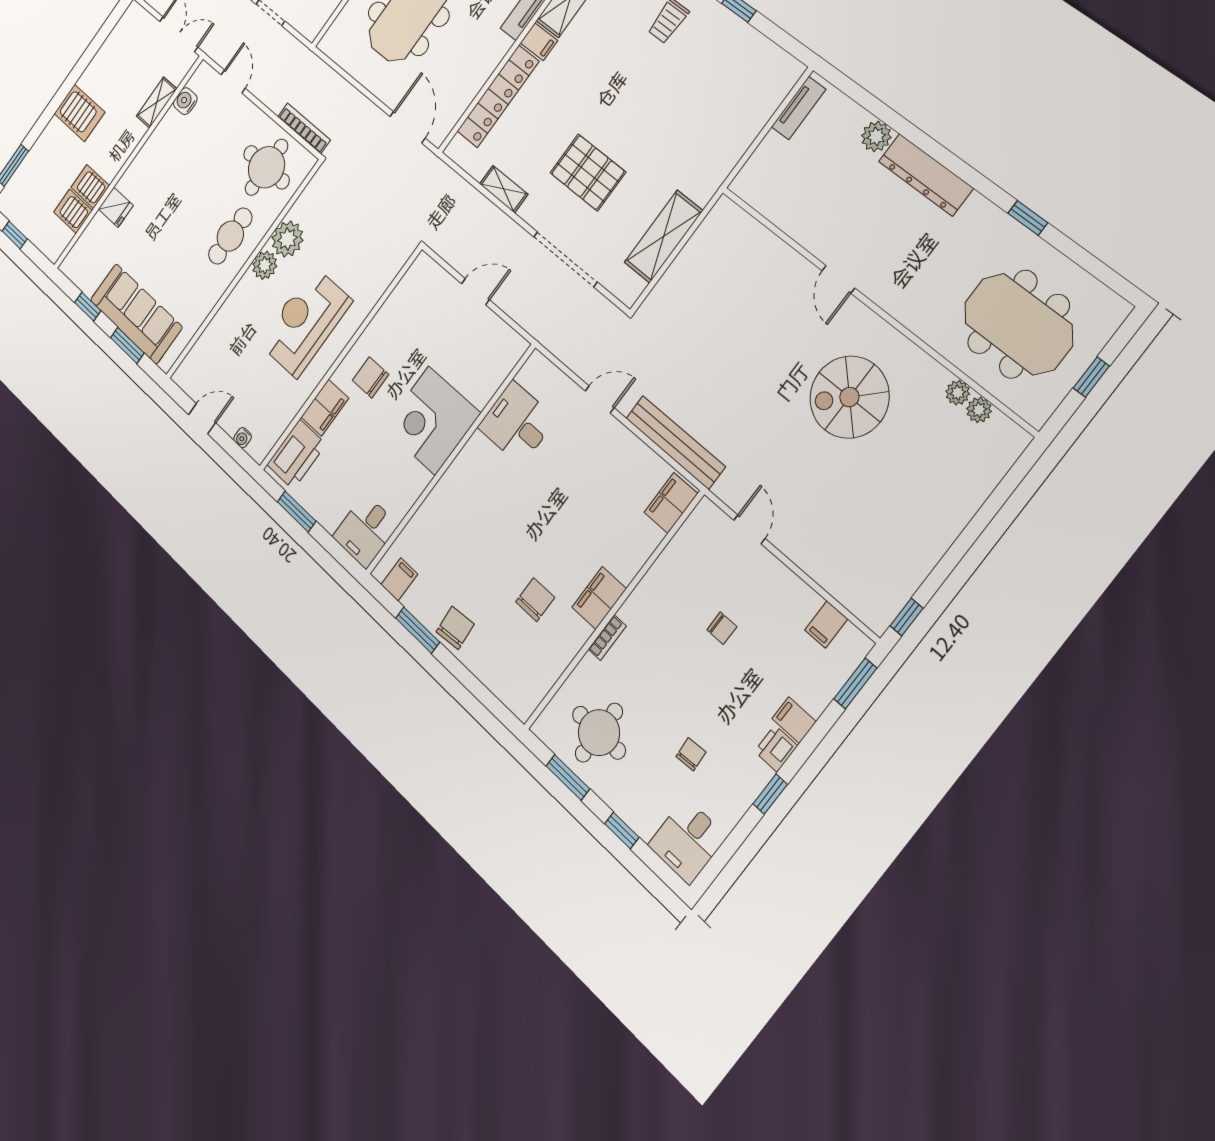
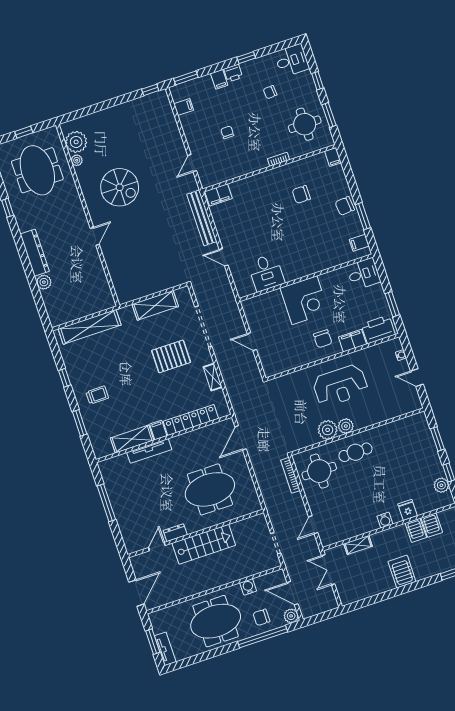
water cooler: (185, 101) -> (385, 520), moved
tv unit: (799, 108) -> (67, 317), removed
shelving: (750, 120) -> (90, 327), added
pallet: (588, 172) -> (171, 356), turned 90
plant: (88, 280) -> (441, 485), added
sofa: (136, 314) -> (425, 451), removed
plant: (979, 410) -> (76, 142), width x1.87, depth x1.87
filing cabinet: (599, 598) -> (333, 157), moved, width x0.50

